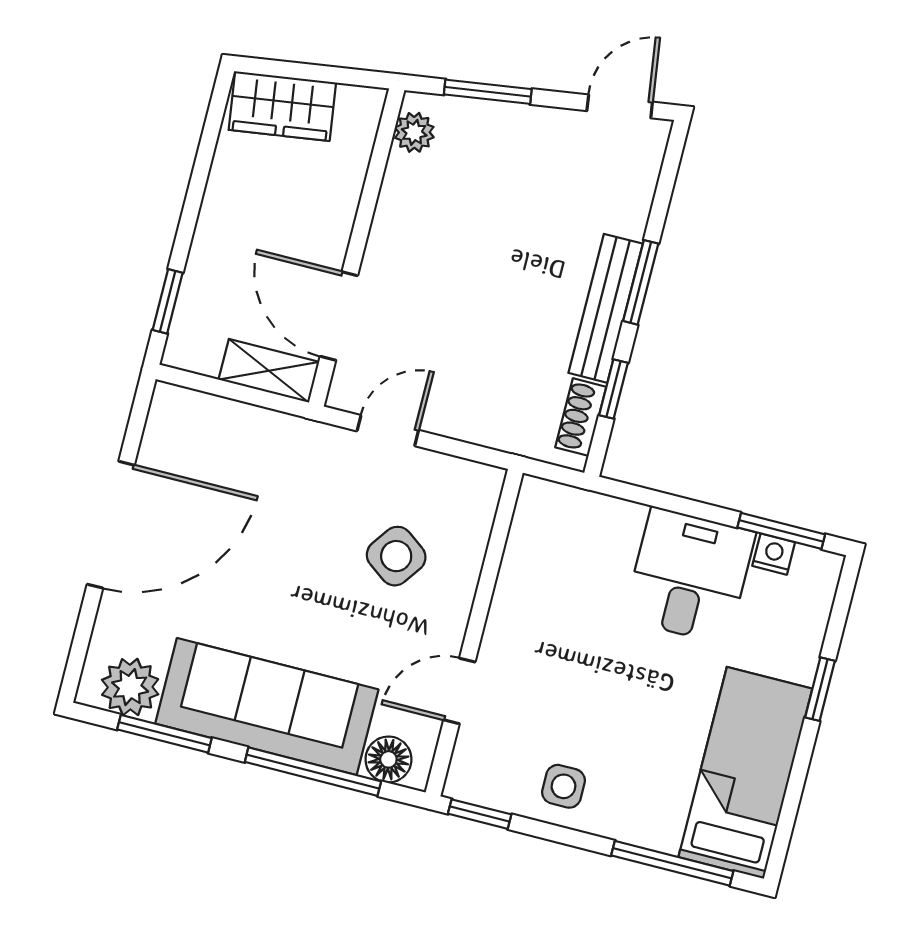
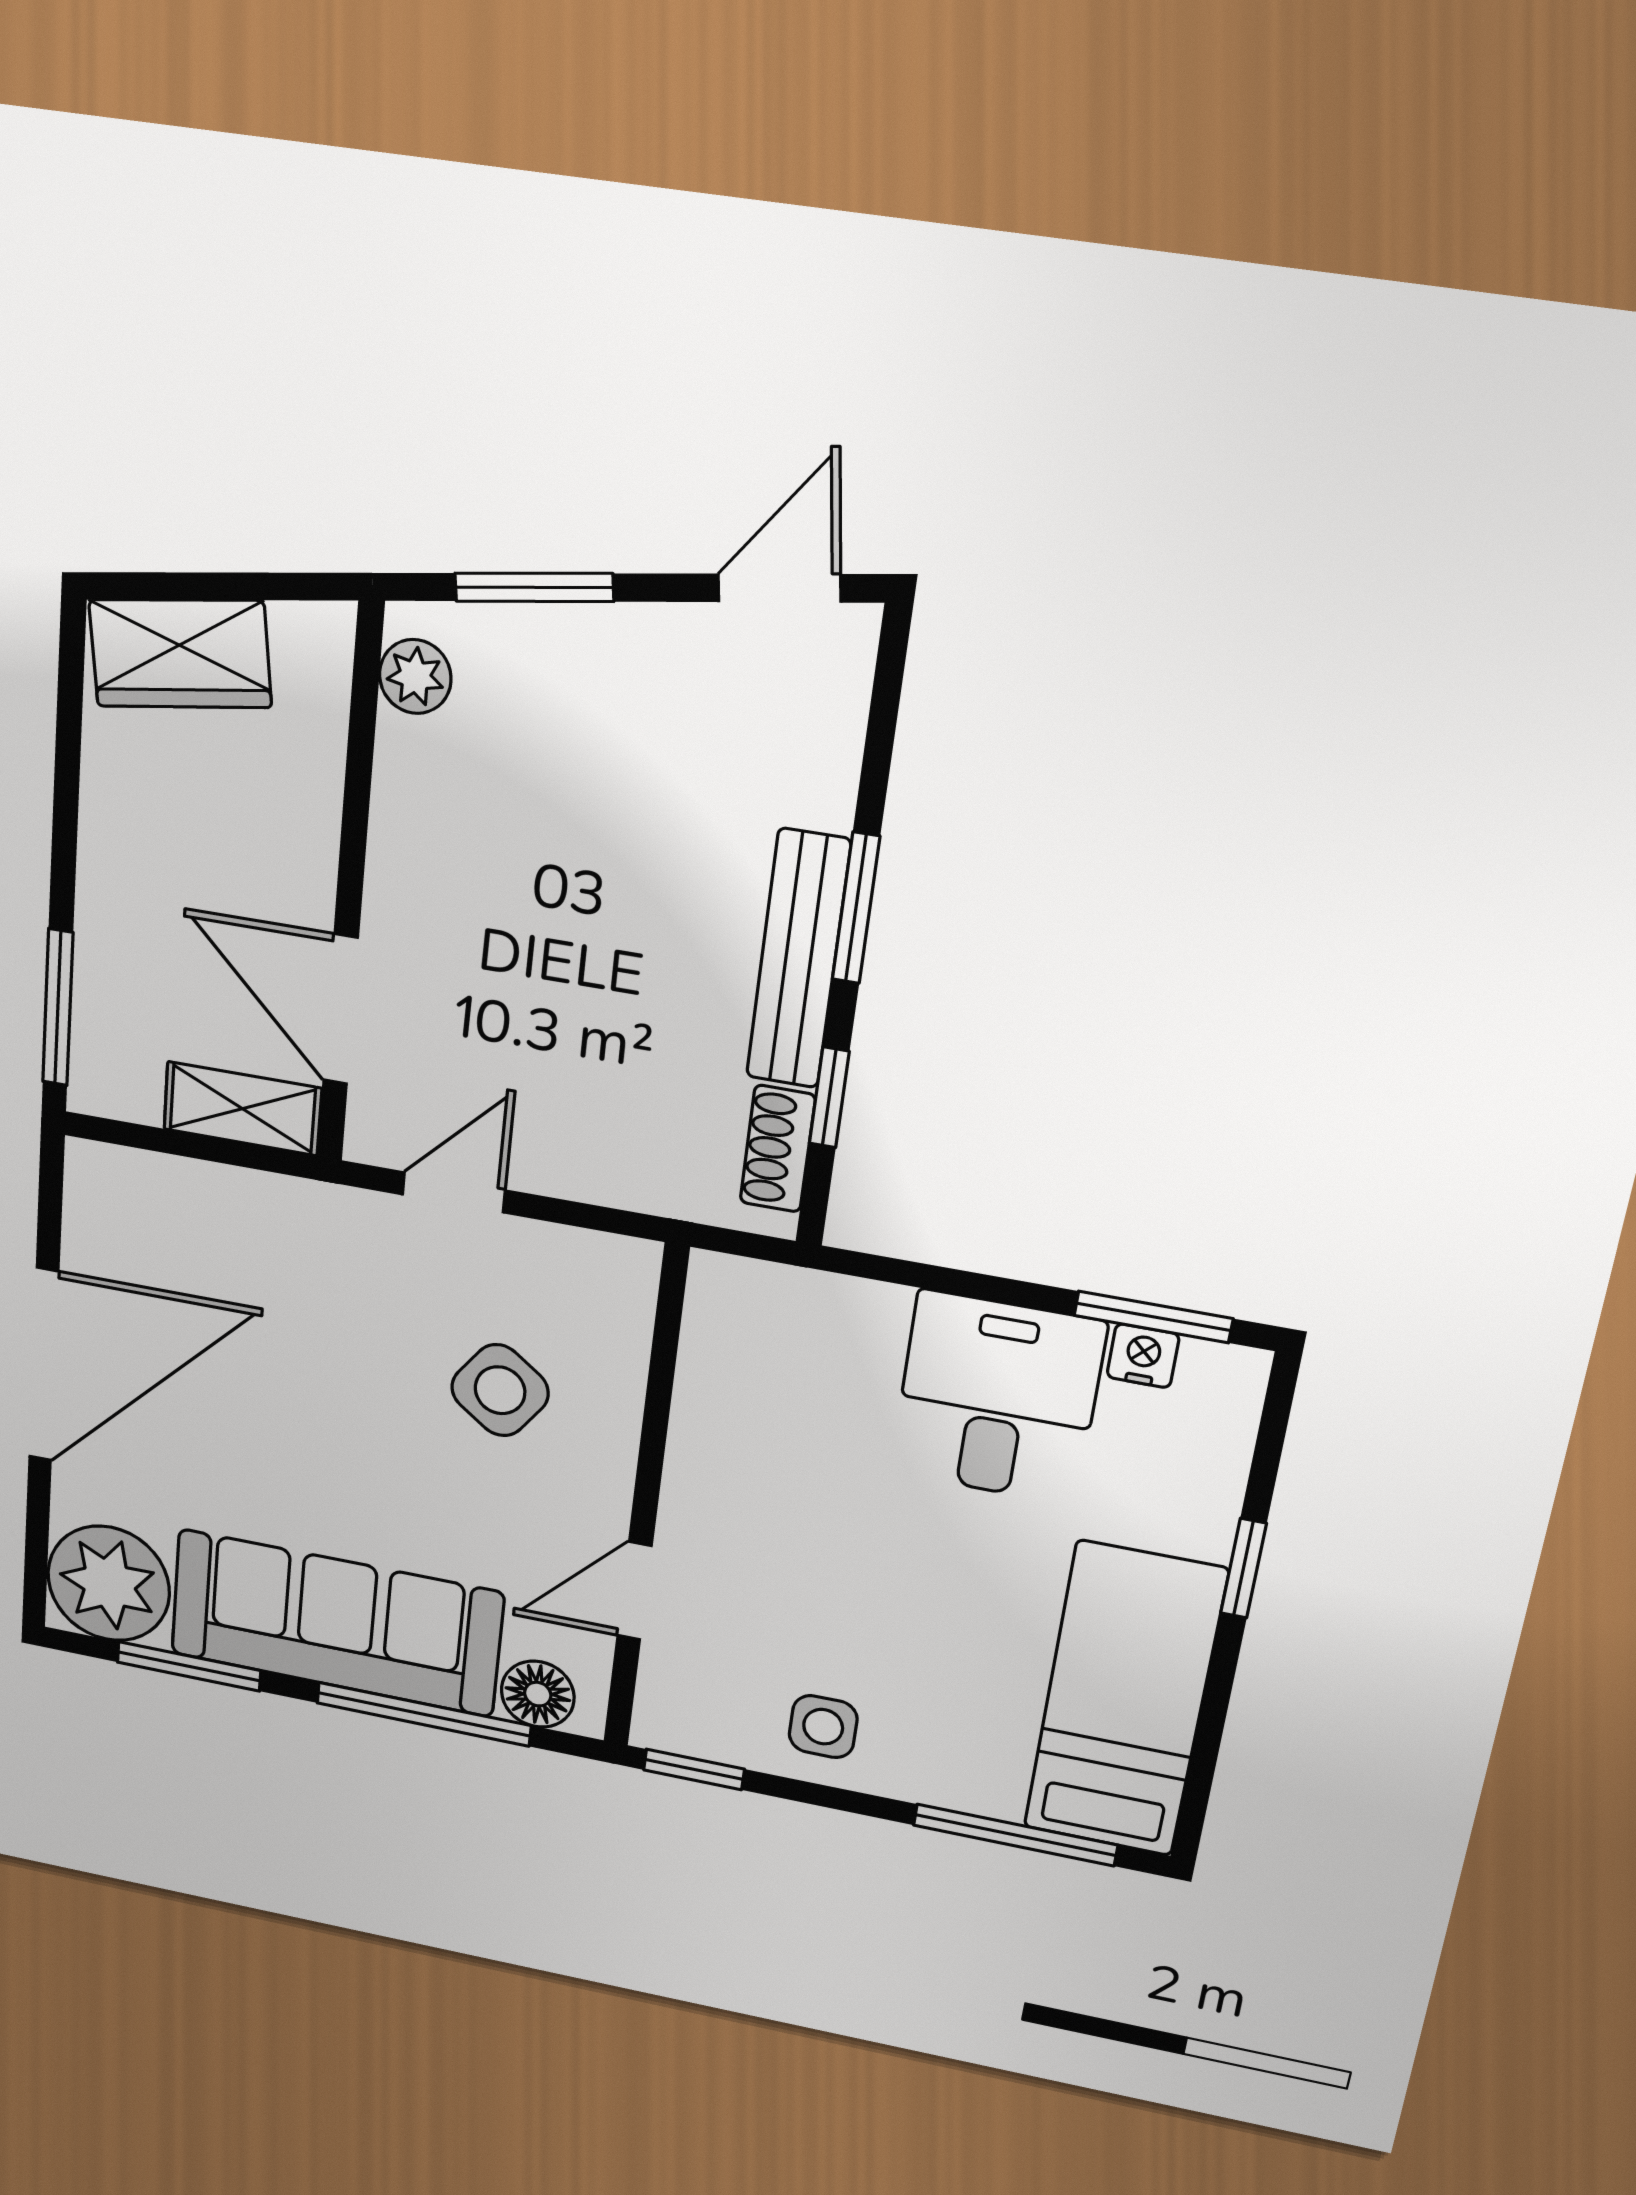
window: (168, 301) -> (58, 1008), width x1.50
plant: (130, 687) -> (109, 1584), width x1.36, depth x1.36

